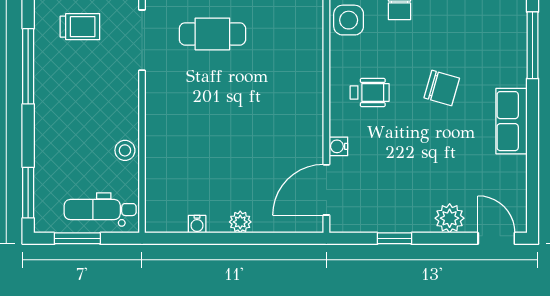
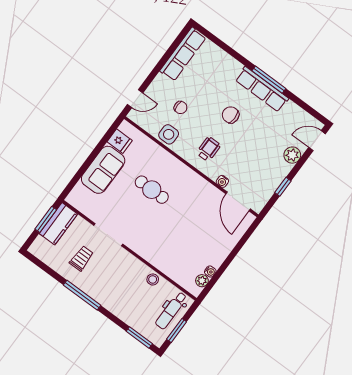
cafe table: (212, 34) -> (152, 190), moved, turned 90
window: (532, 45) -> (269, 80), moved
chair: (442, 88) -> (231, 115), turned -106
row of seats: (511, 121) -> (262, 89), width x1.48
plant: (240, 222) -> (202, 281), moved

